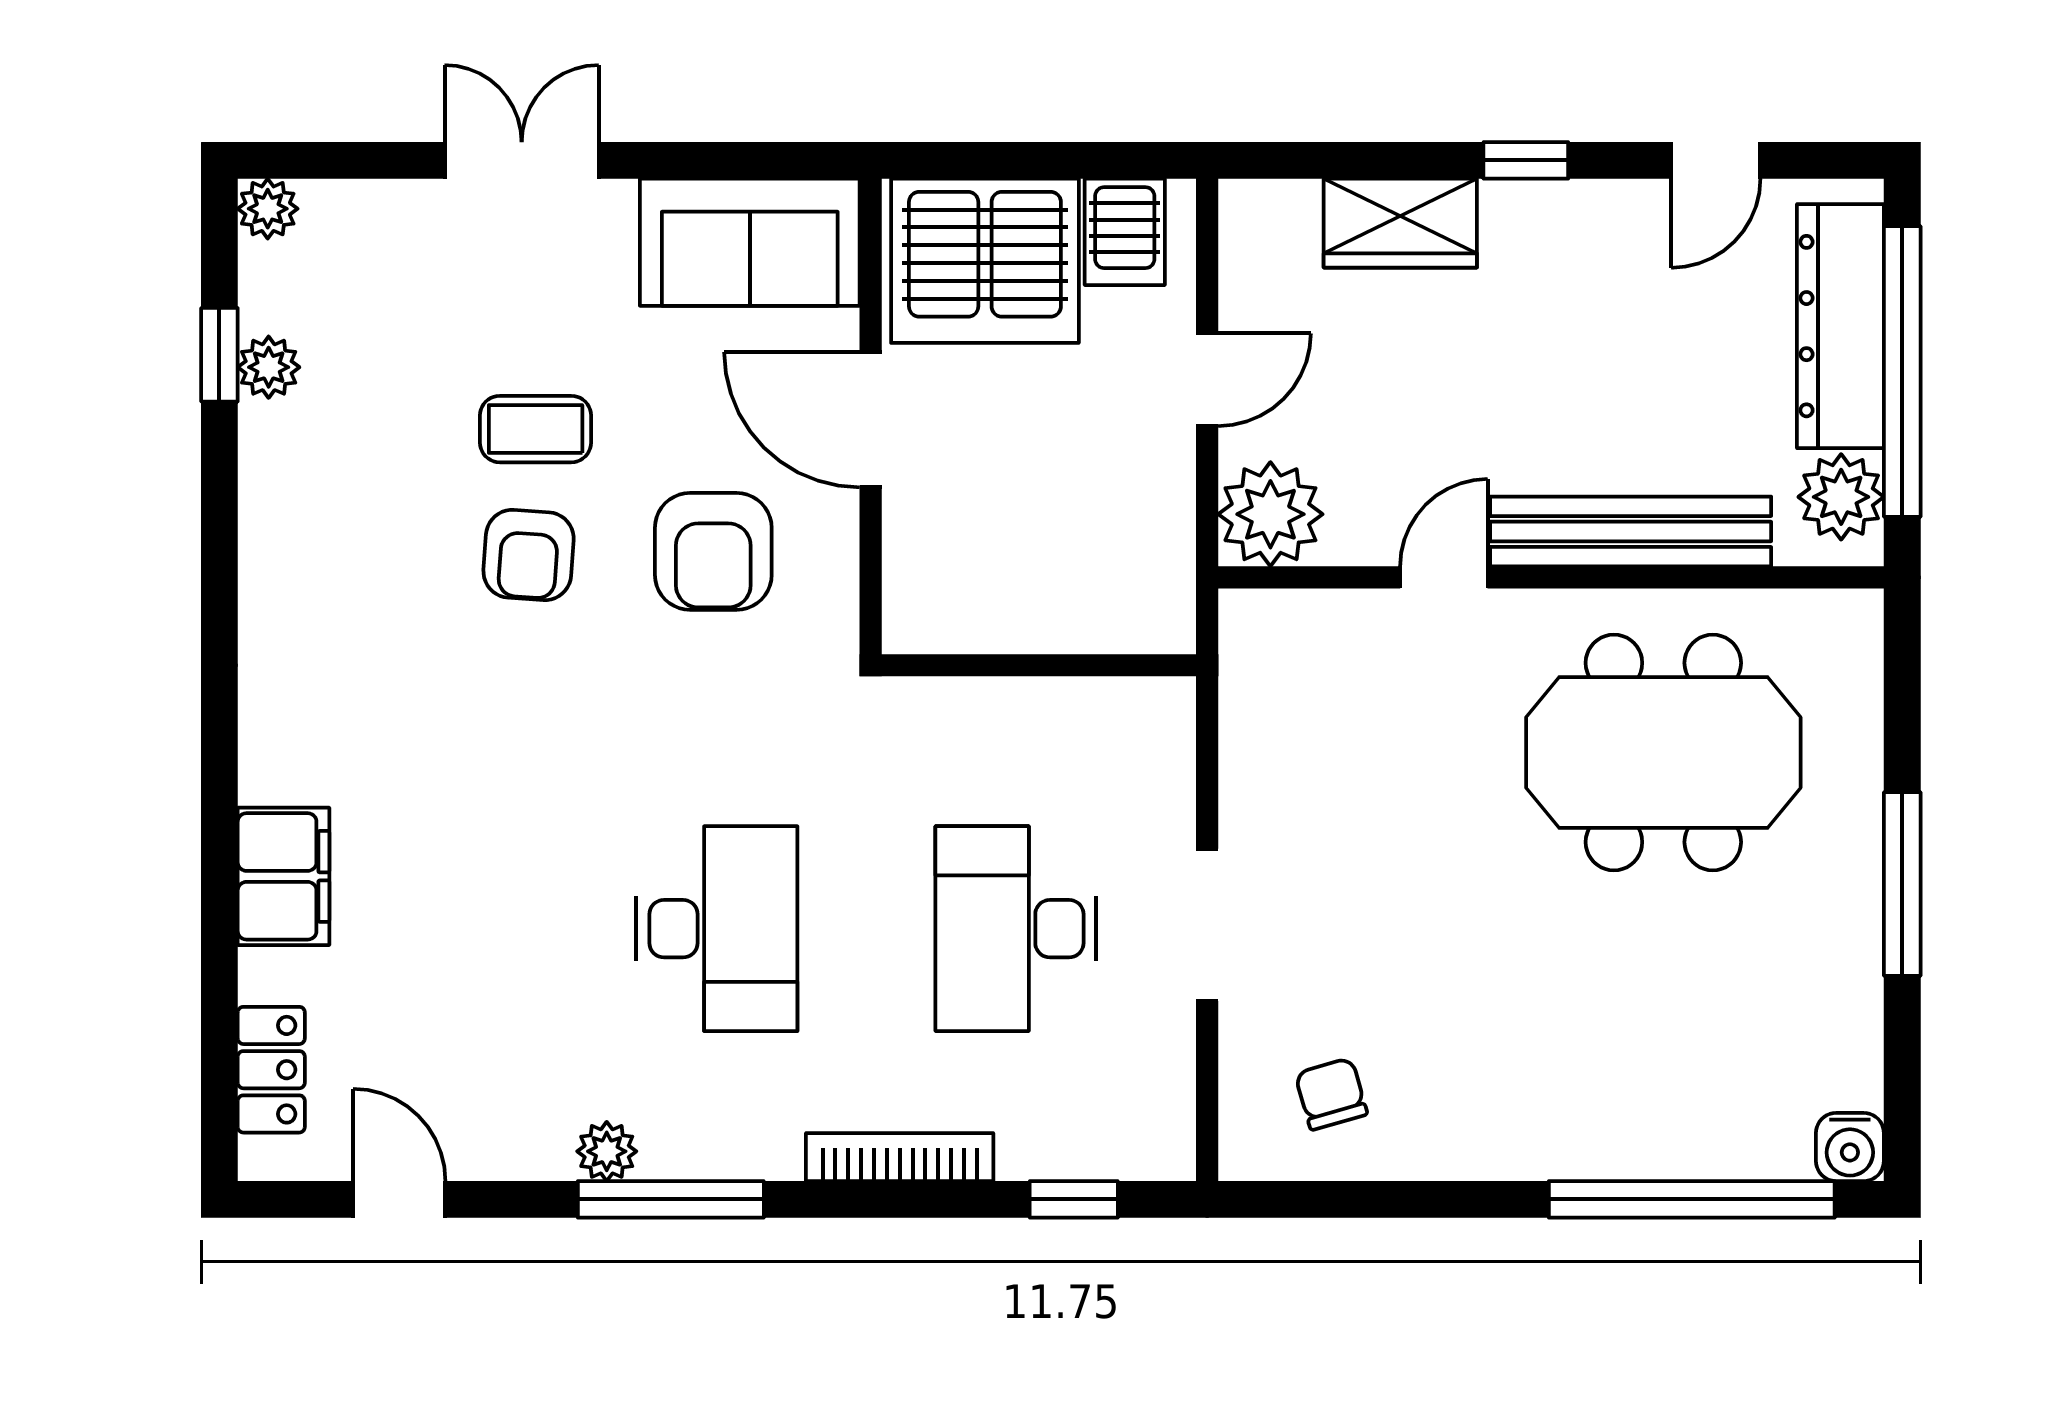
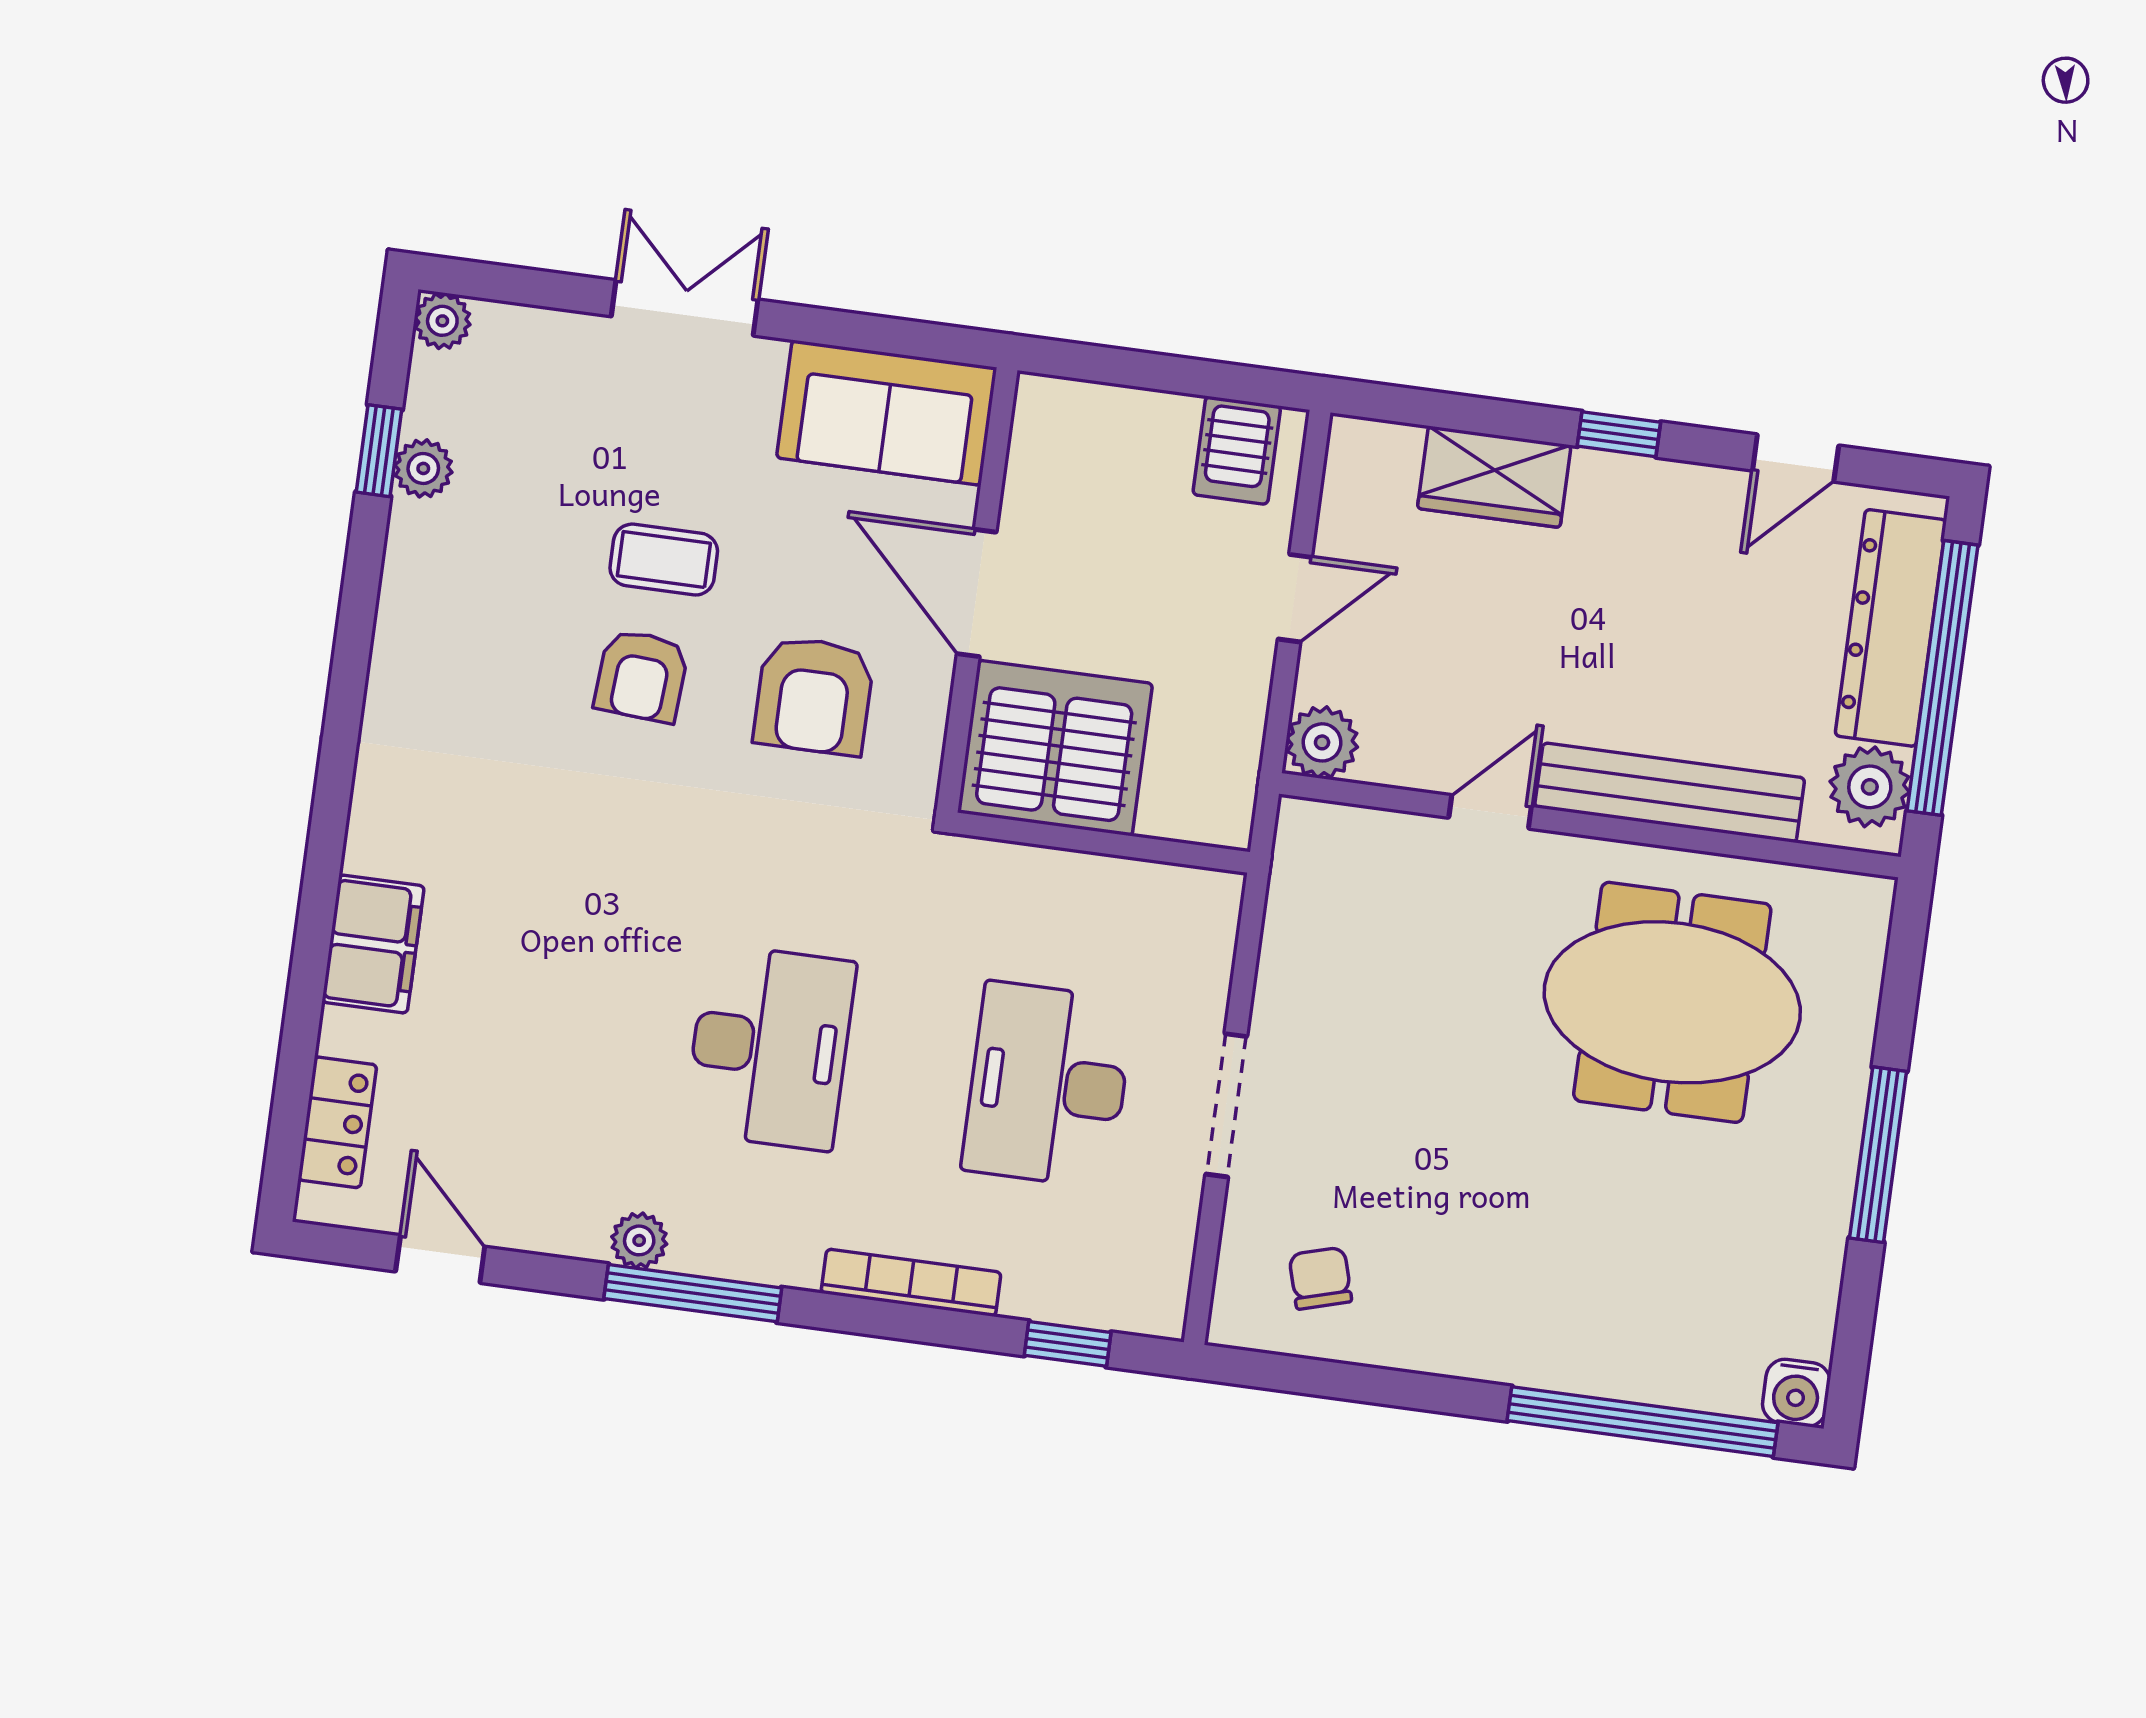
server rack: (985, 261) -> (1055, 748), moved, turned 180
plant: (1270, 514) -> (1322, 742), width x0.73, depth x0.73

